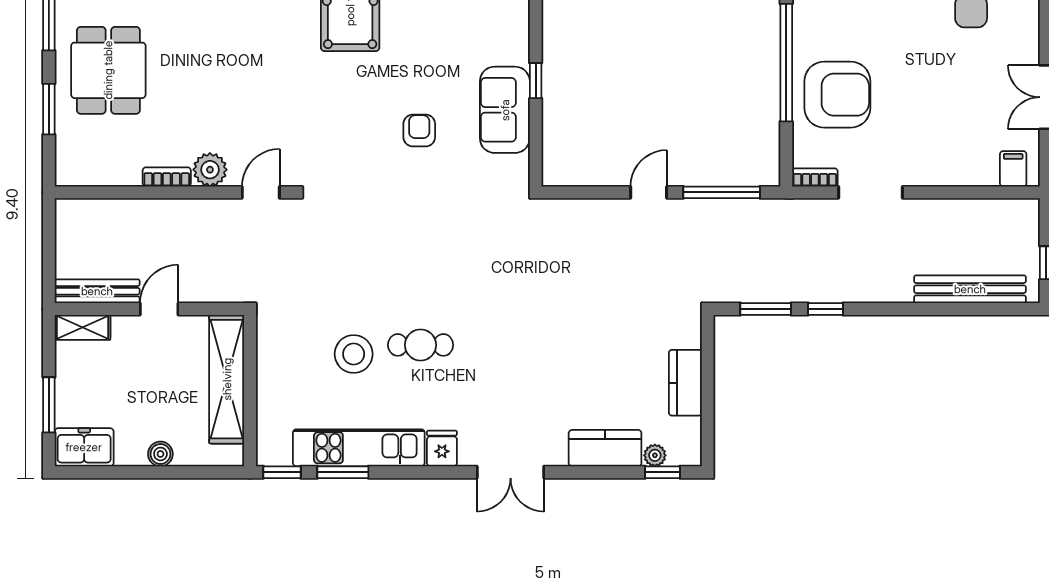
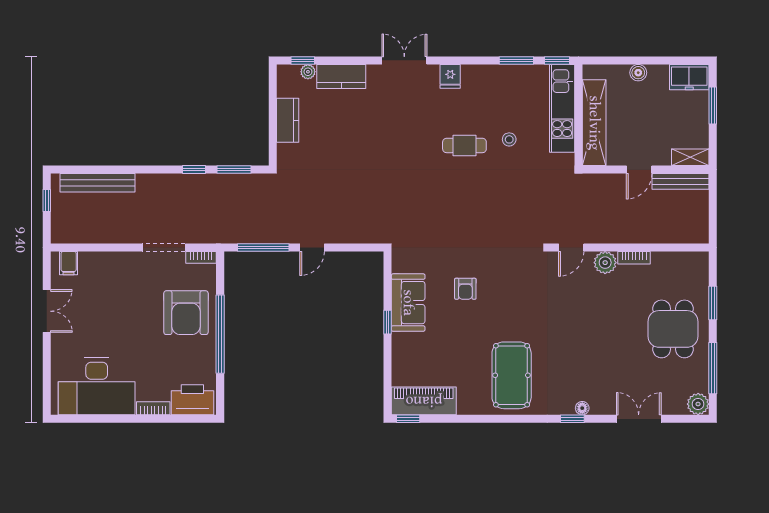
armchair: (837, 95) -> (186, 313), turned -90
stool: (354, 354) -> (509, 139), width x0.53, depth x0.53
kitchen unit: (359, 448) -> (562, 108), moved, turned 90

